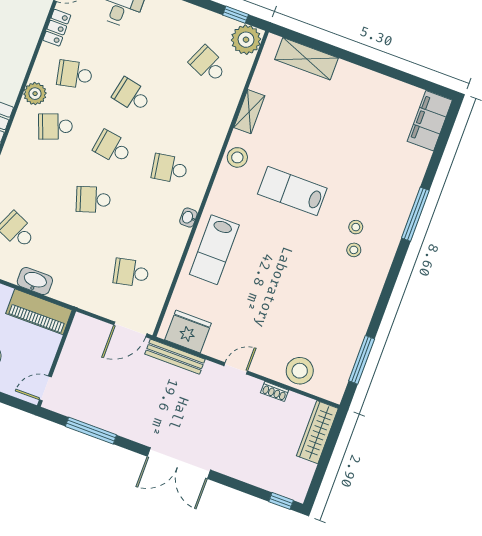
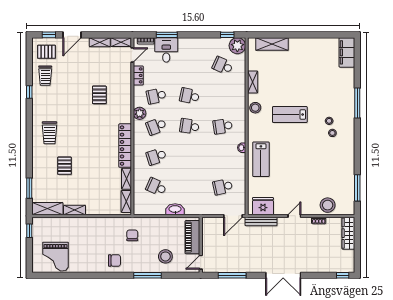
school desk: (93, 200) -> (156, 157), moved
piano: (39, 312) -> (192, 237), moved, turned 90

